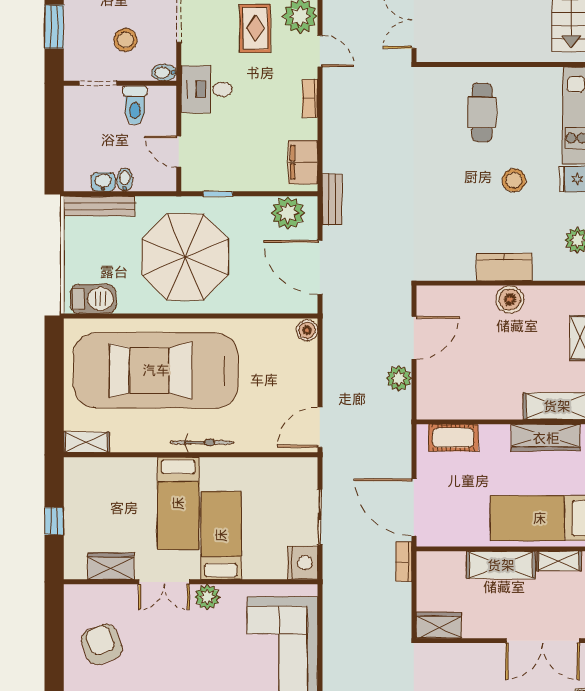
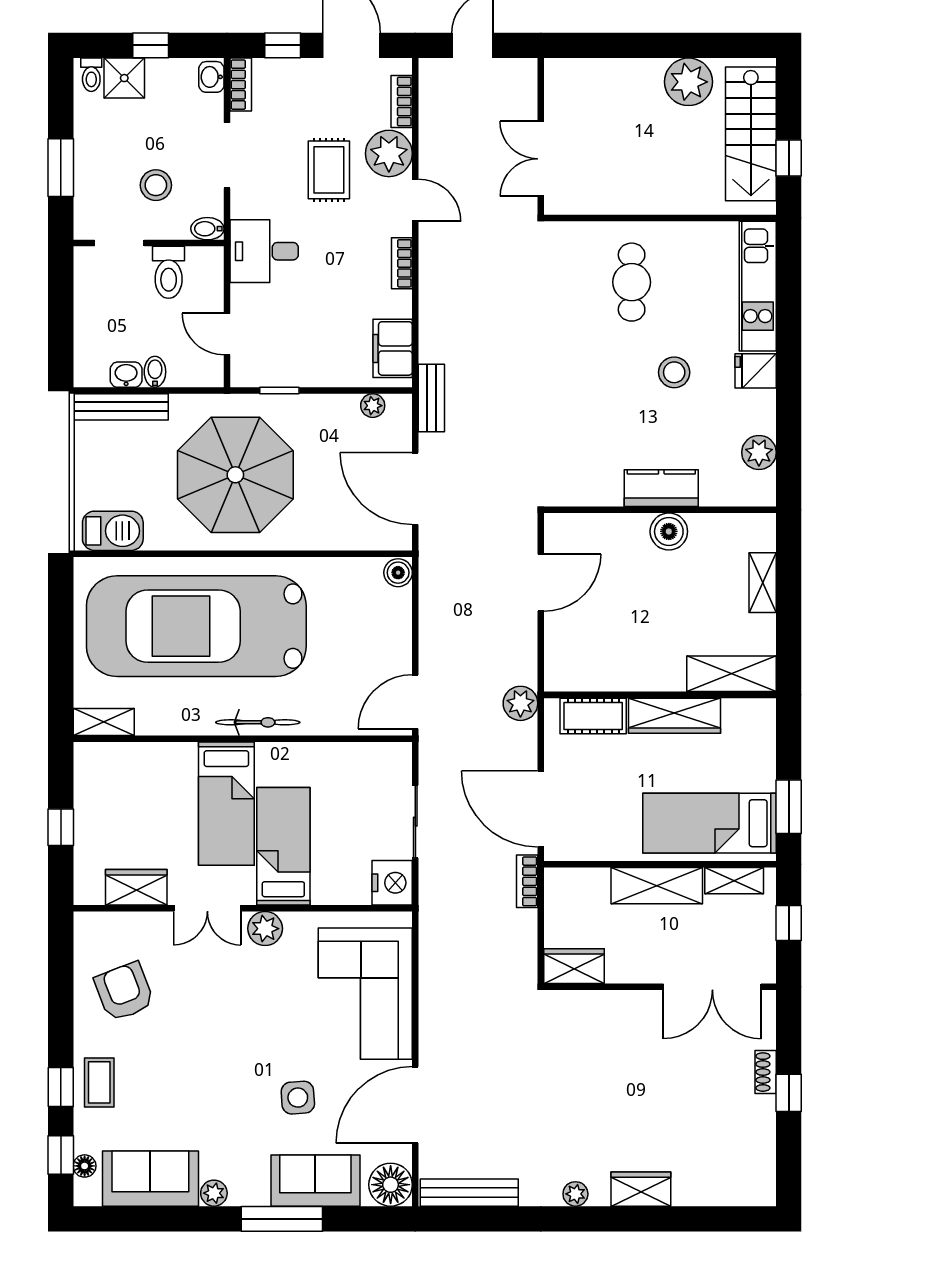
plant: (288, 213) -> (373, 406), width x0.53, depth x0.53
plant: (399, 378) -> (520, 703), moved
wardrobe: (546, 438) -> (675, 716), moved

